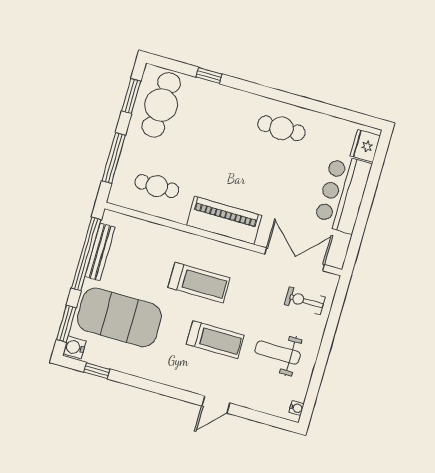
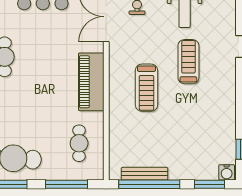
treadmill: (199, 283) -> (146, 88), turned 180
exercise mat: (119, 317) -> (192, 143), removed

